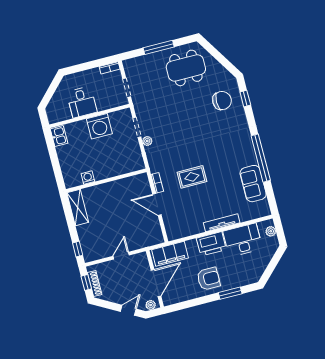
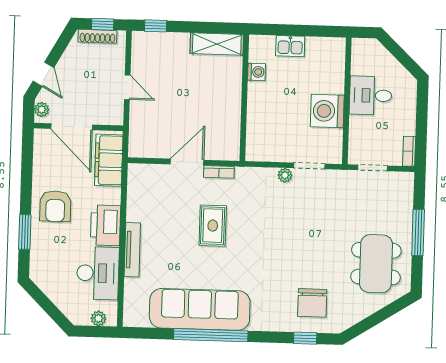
kitchen sink: (59, 136) -> (290, 46), moved
sofa: (253, 184) -> (200, 309), width x1.85, depth x1.27

